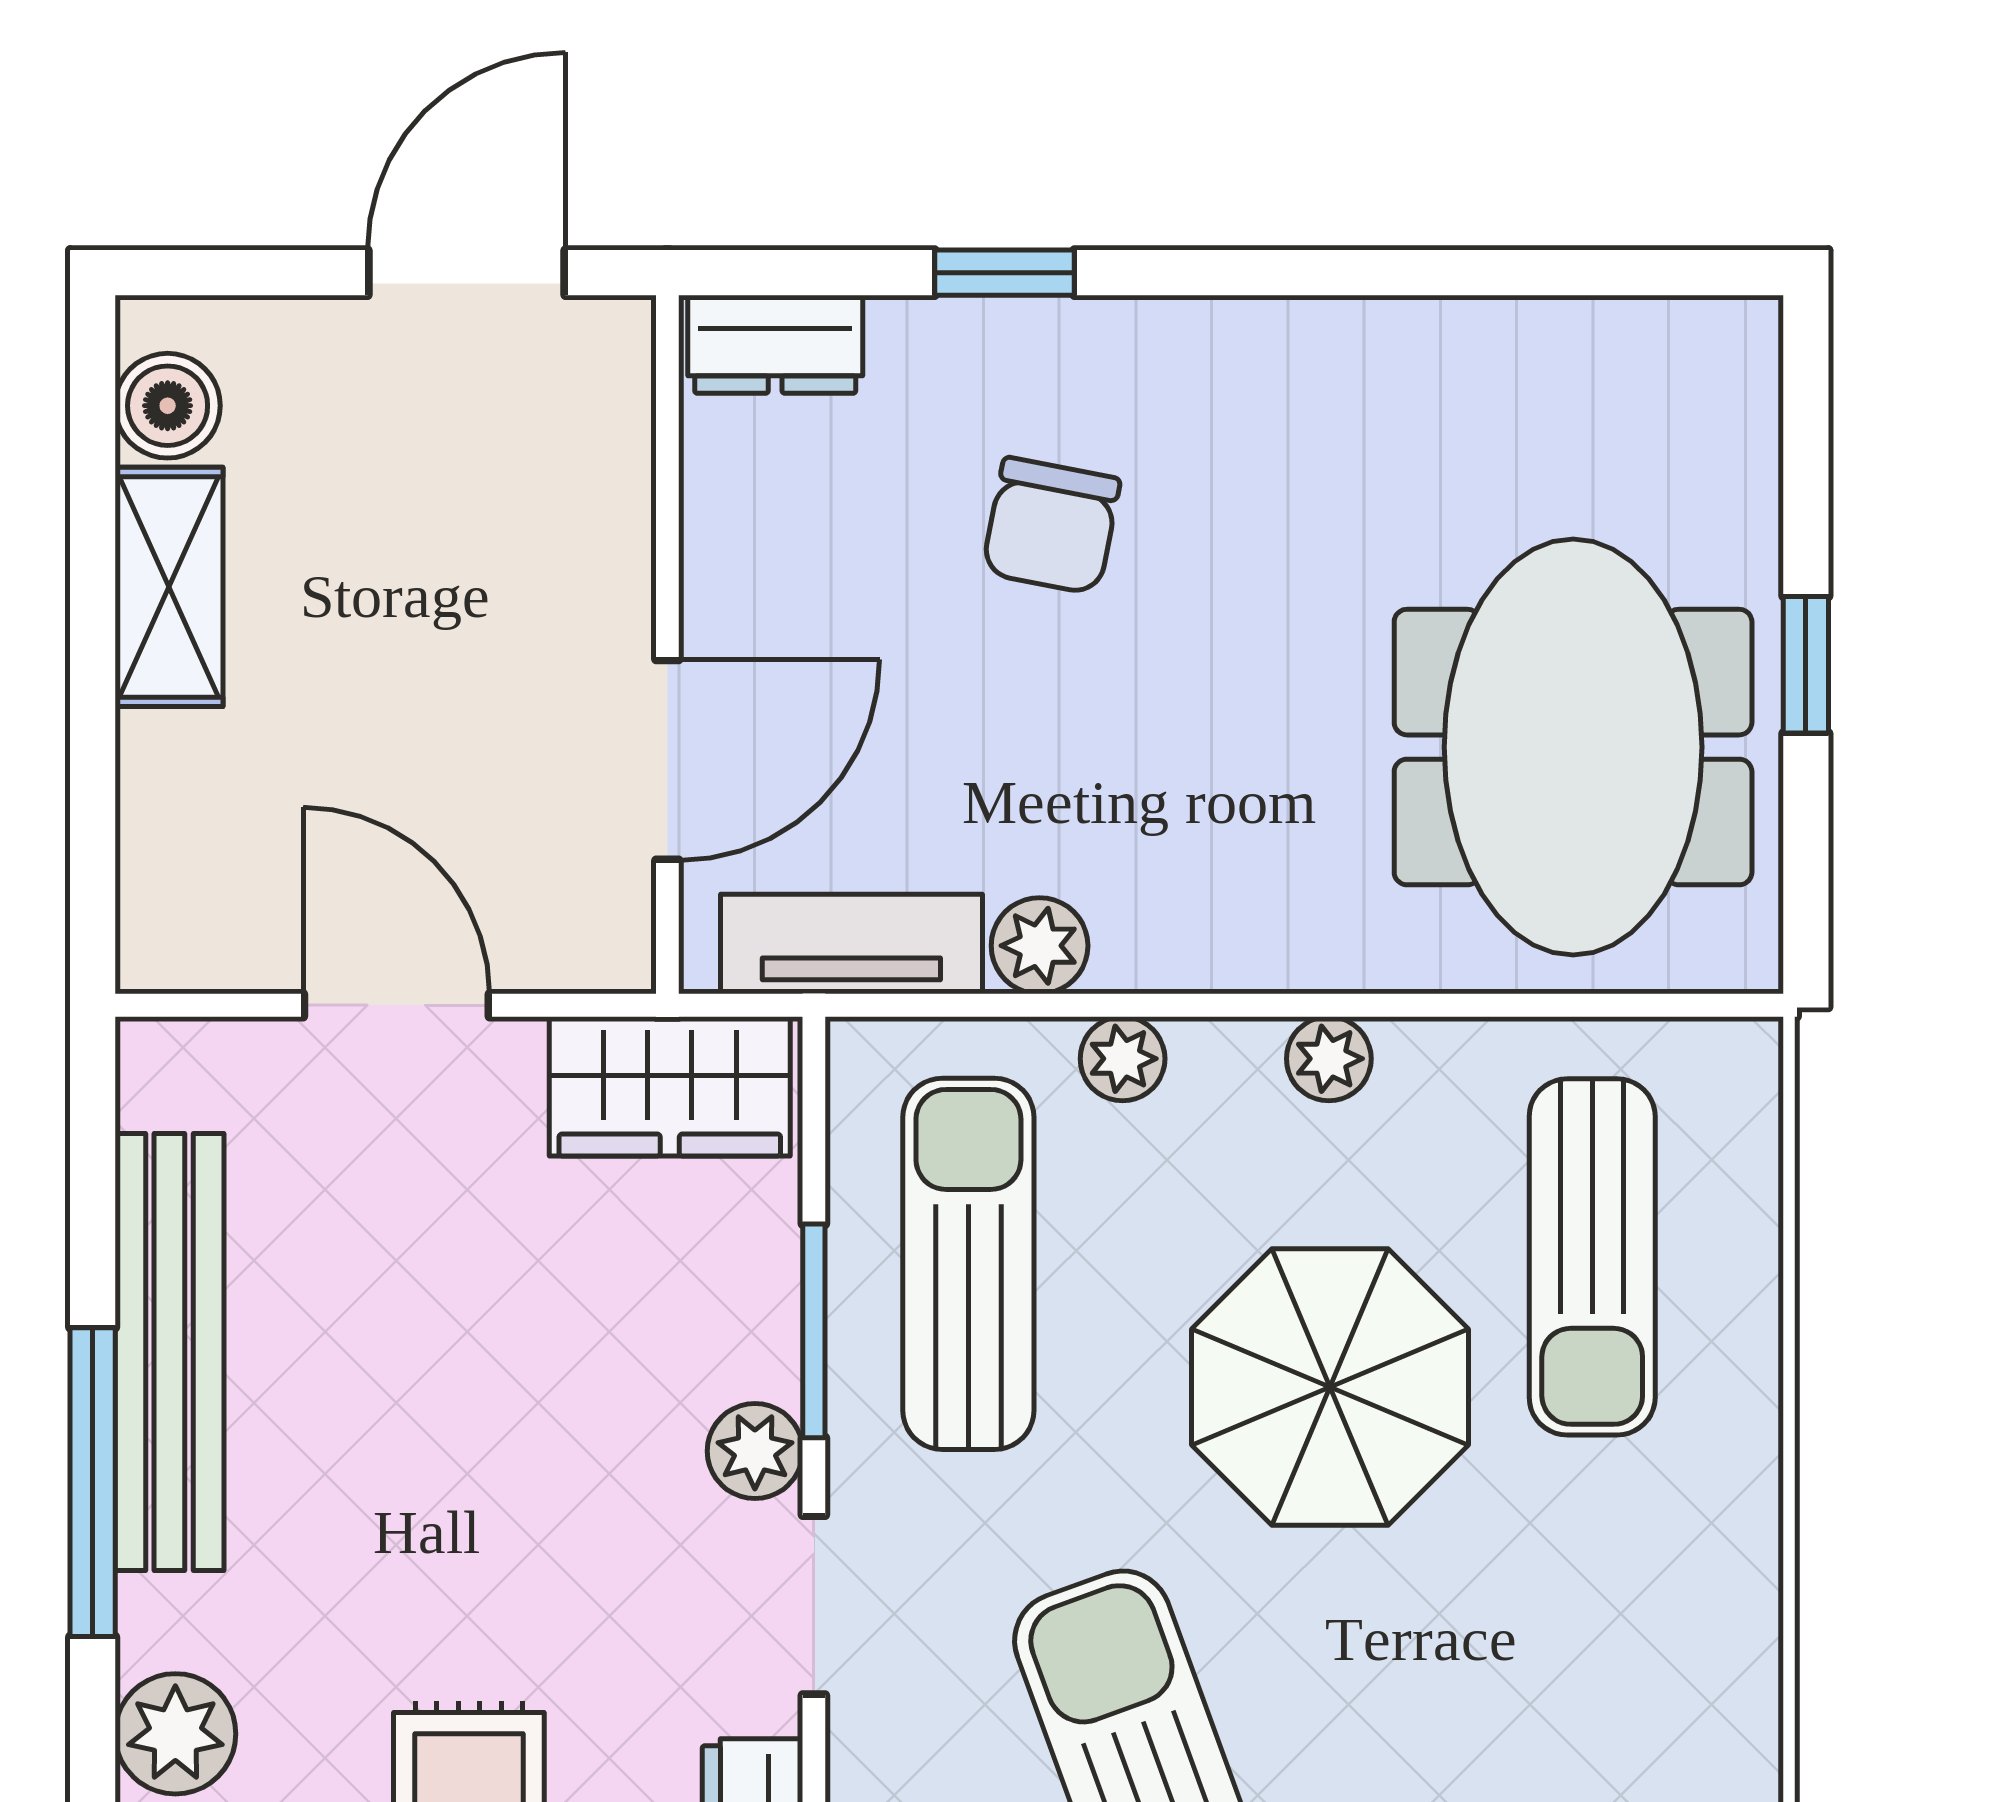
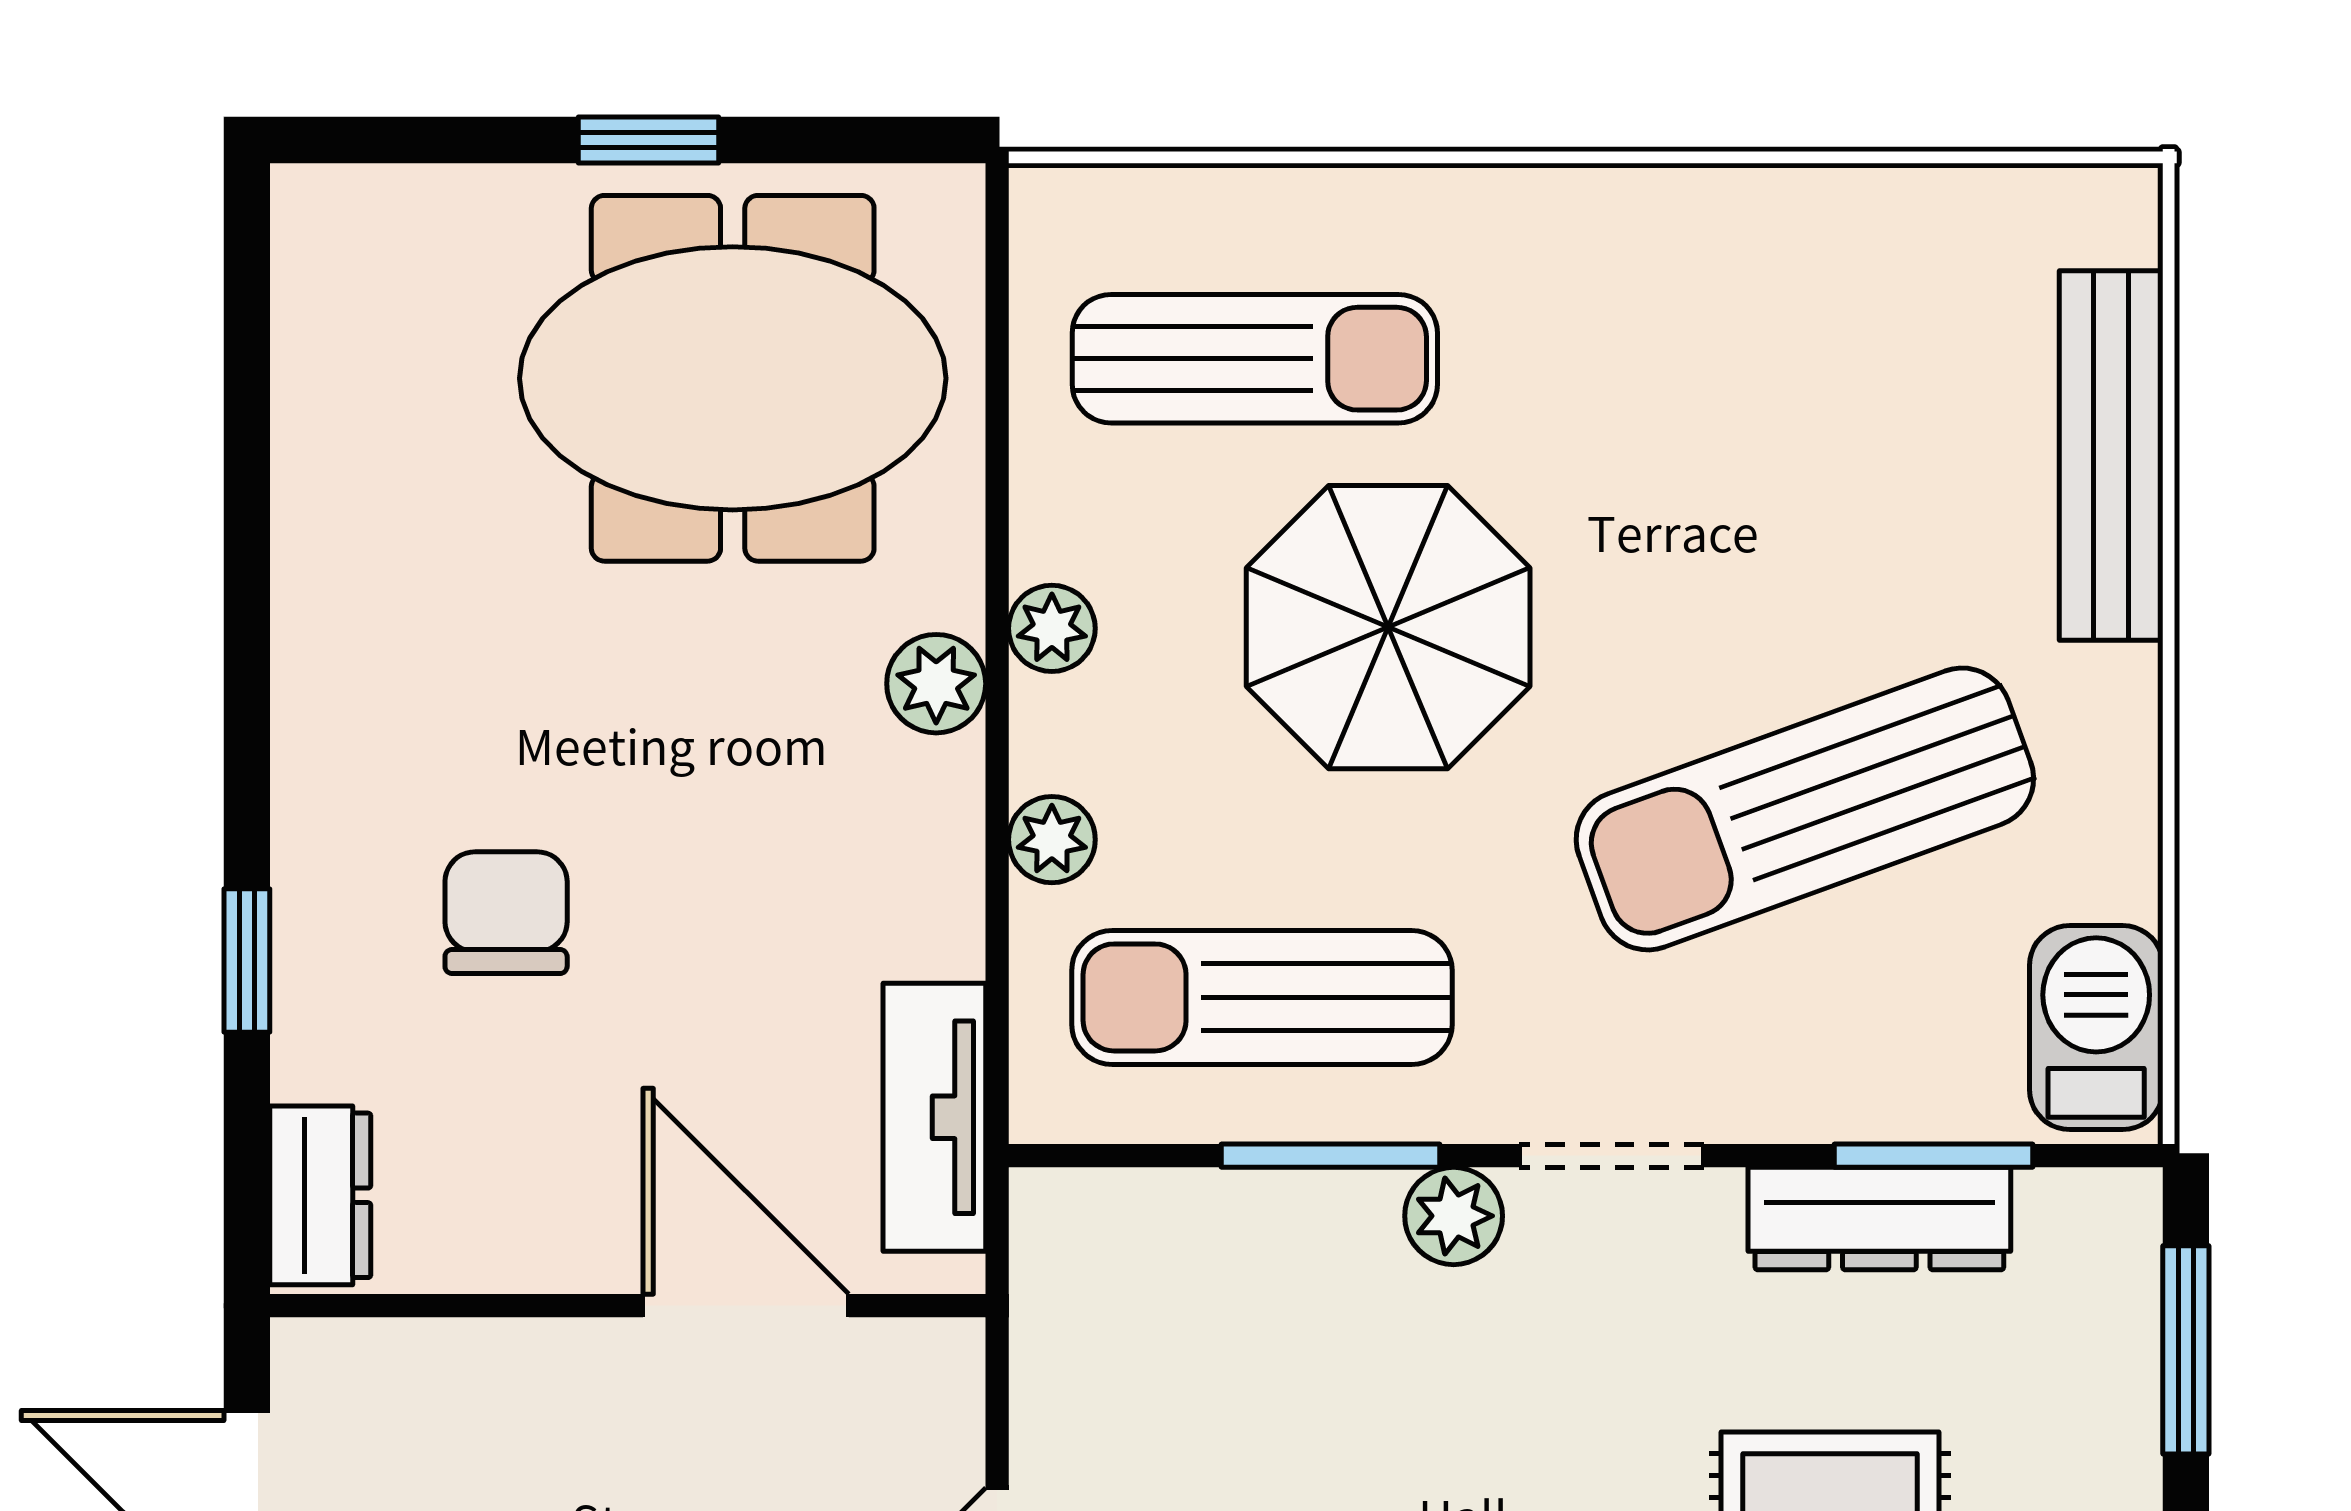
chair: (1051, 526) -> (506, 913), turned -101
plant: (1040, 946) -> (936, 684), moved
wardrobe: (670, 1086) -> (1080, 1303), removed

